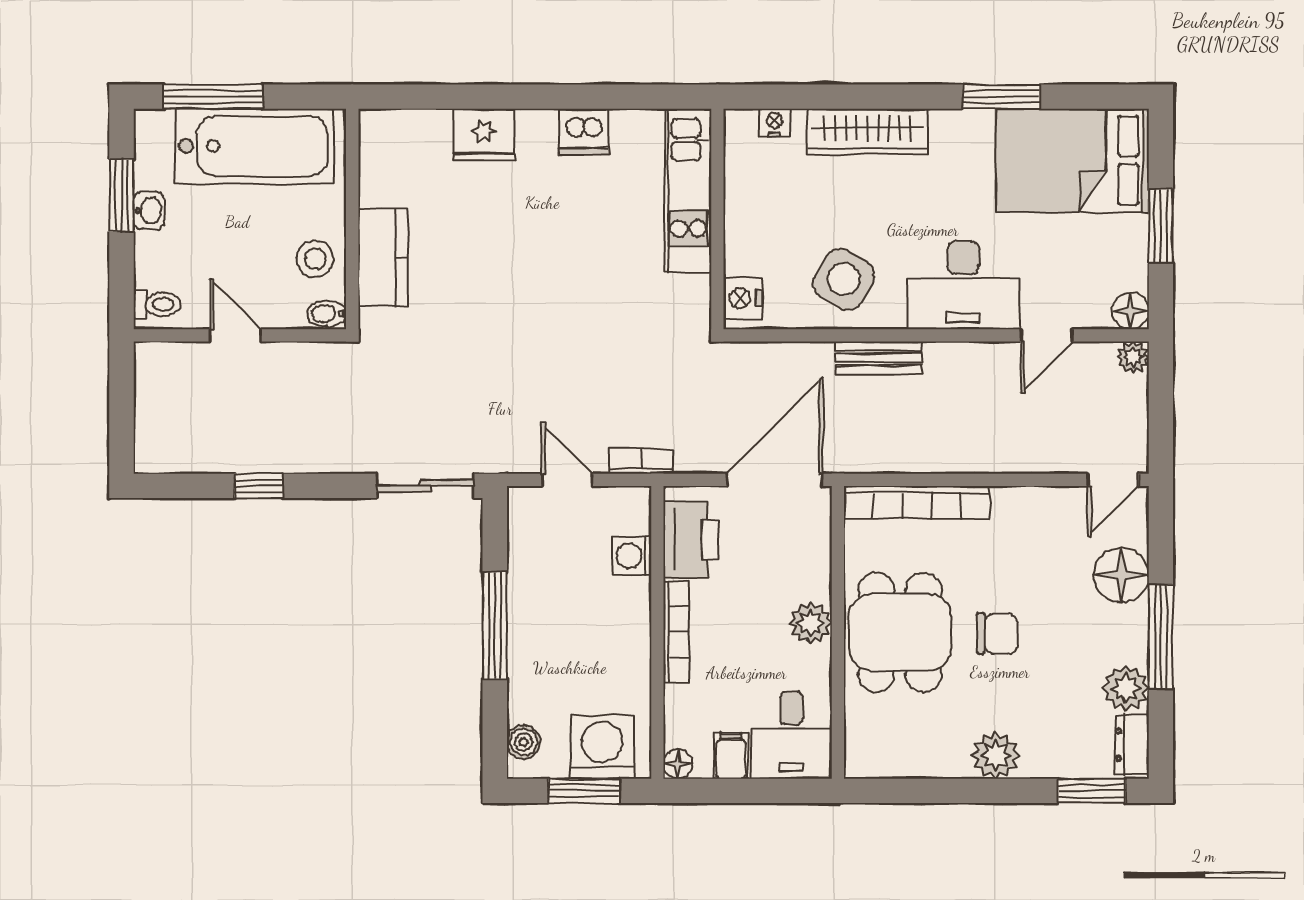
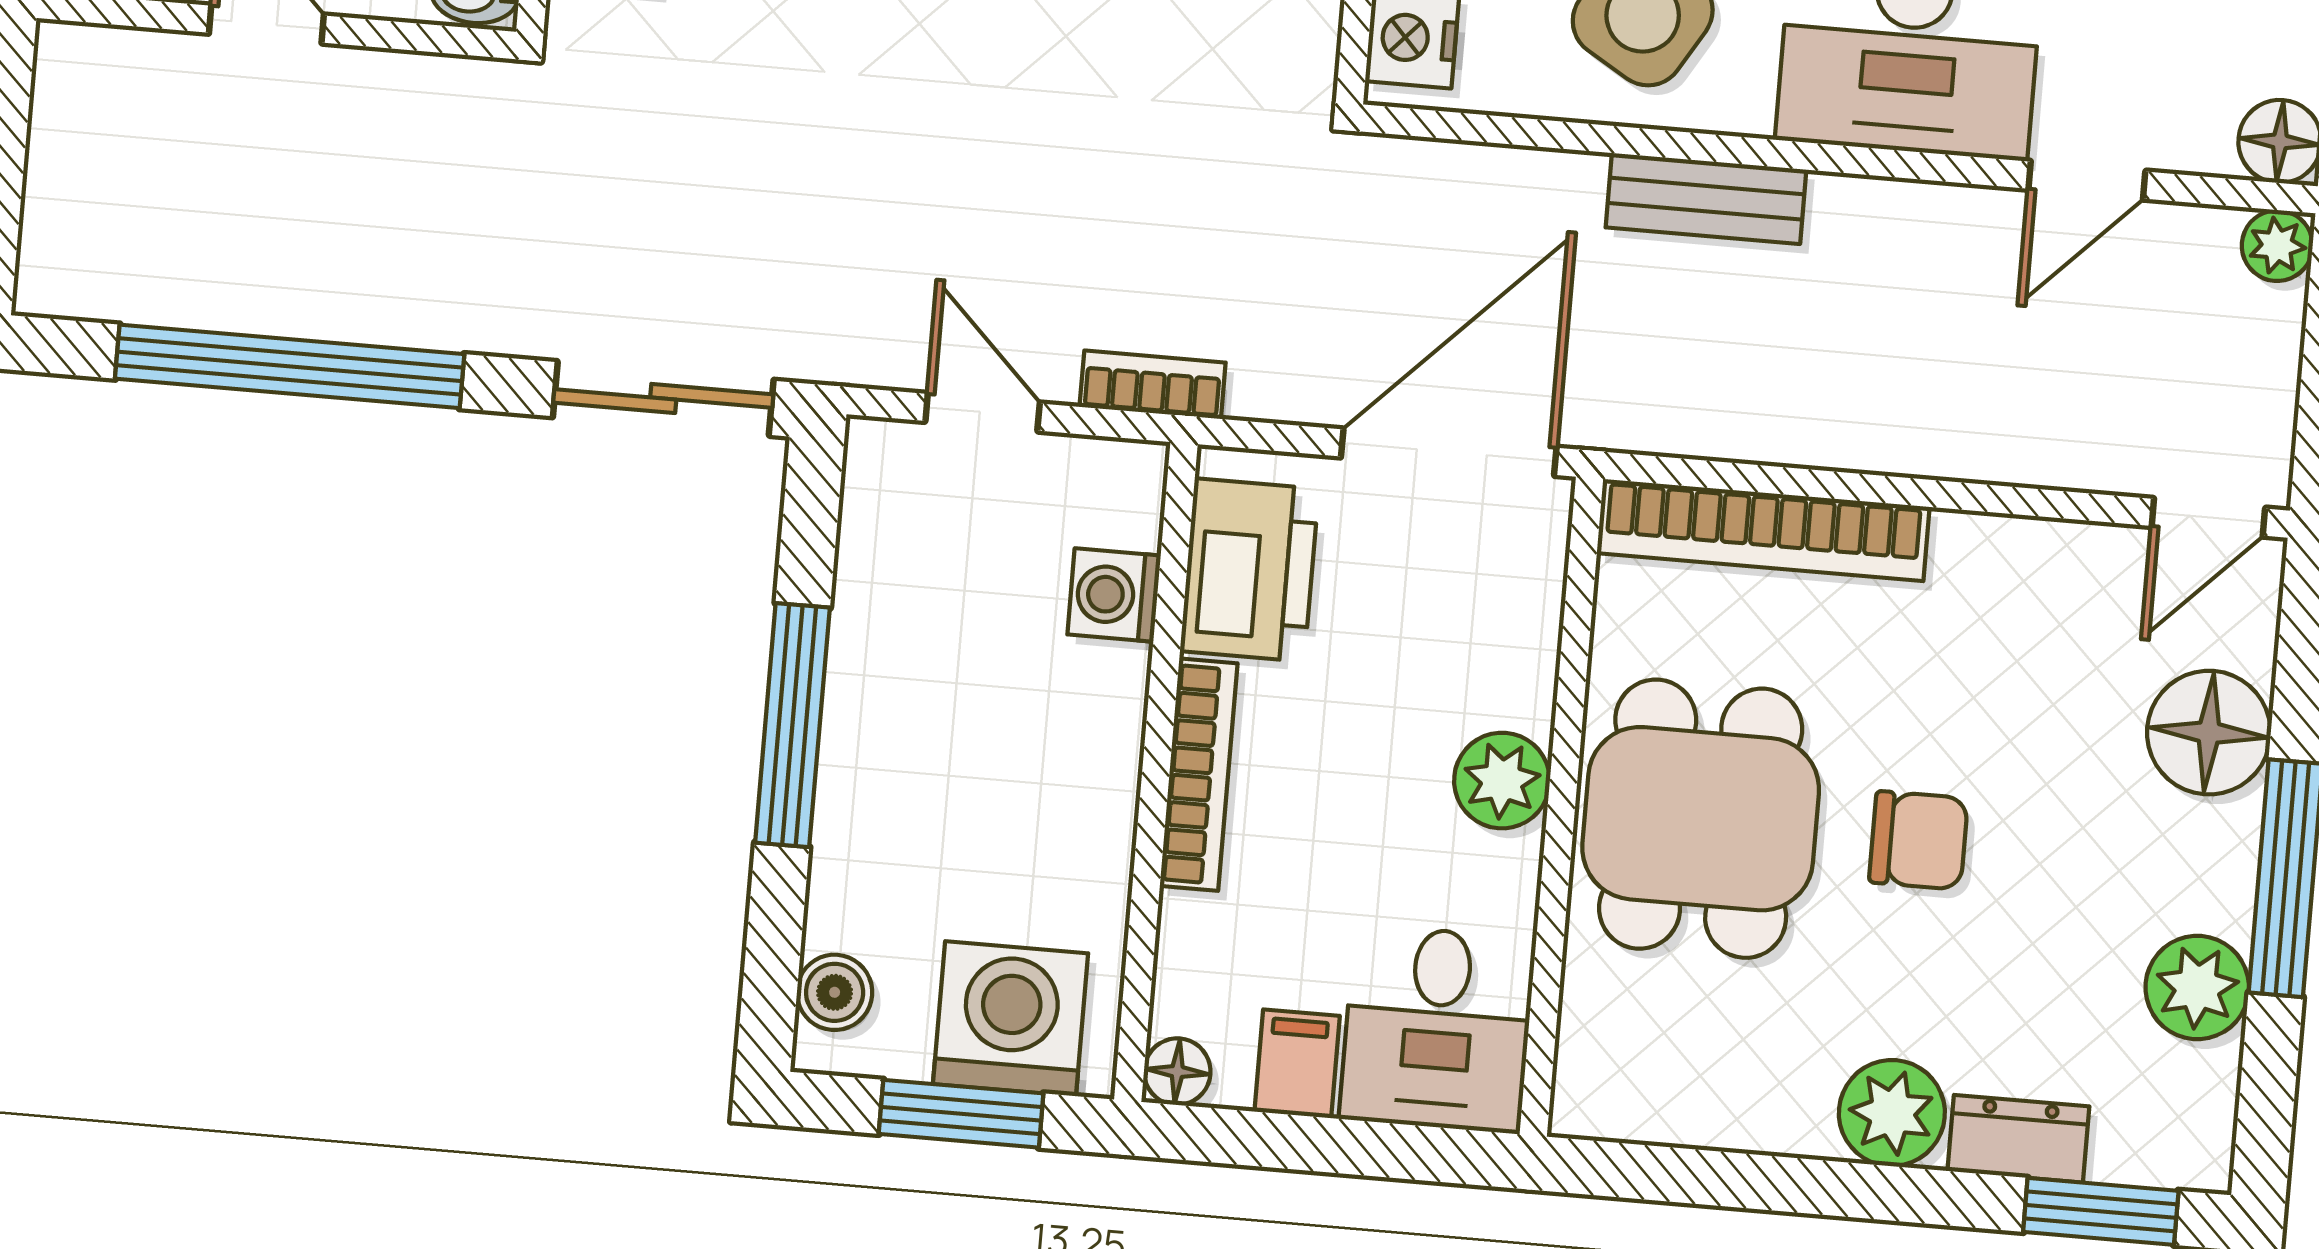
window: (259, 486) -> (290, 366), width x3.17
dresser: (1132, 745) -> (2018, 1139), moved, turned 90

